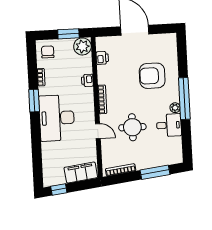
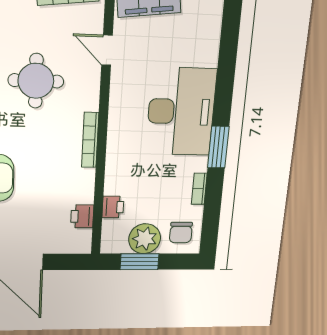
plant: (82, 46) -> (145, 239), moved
printer: (87, 80) -> (113, 207), moved
door: (98, 131) -> (107, 50), moved

